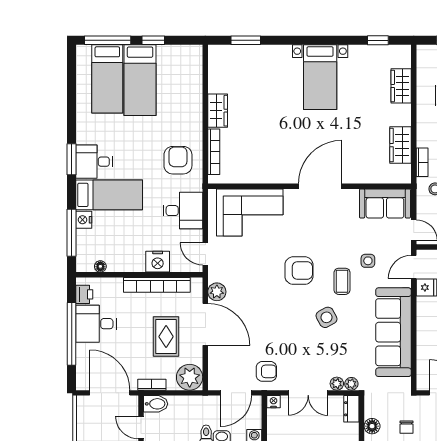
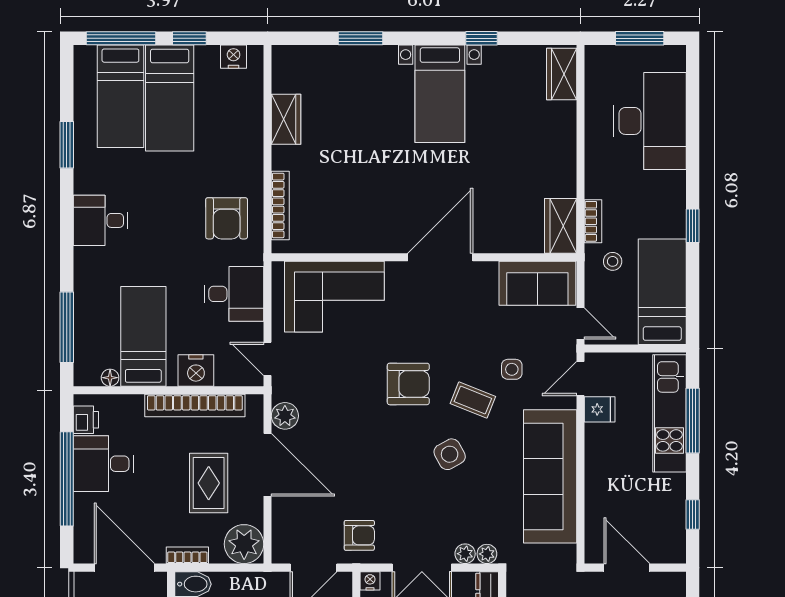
window: (246, 40) -> (361, 38), moved
window: (378, 40) -> (481, 38), moved
wardrobe: (401, 86) -> (562, 74), moved
wardrobe: (218, 111) -> (286, 119), moved
wardrobe: (400, 145) -> (561, 226), moved
window: (72, 159) -> (67, 145), moved
armchair: (178, 160) -> (227, 218), turned 180
bed: (109, 195) -> (143, 336), moved, turned -90
nightstand: (84, 220) -> (234, 57), moved, turned 90
coffee table: (342, 281) -> (473, 400), turned -68

